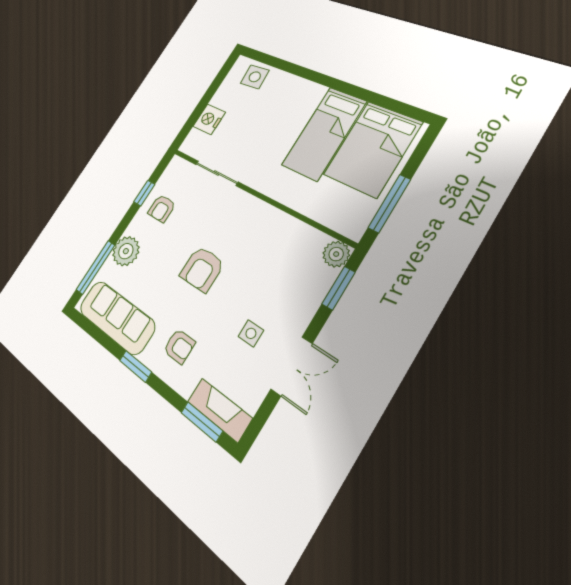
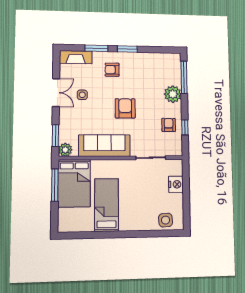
bed: (373, 149) -> (74, 183), moved, turned 180
sofa: (117, 317) -> (104, 146), moved, turned 180
double door: (292, 366) -> (56, 93), swing flipped
window: (202, 422) -> (96, 48), moved

